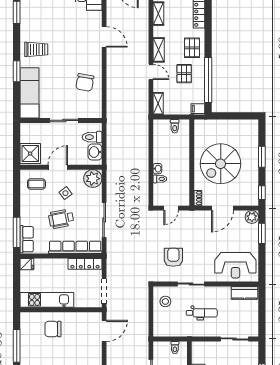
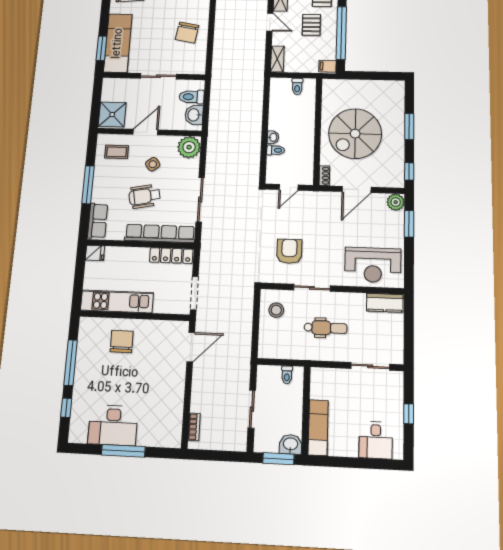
window: (17, 71) -> (101, 48), moved
window: (17, 232) -> (88, 185), moved
chair: (53, 329) -> (122, 342), turned 90

